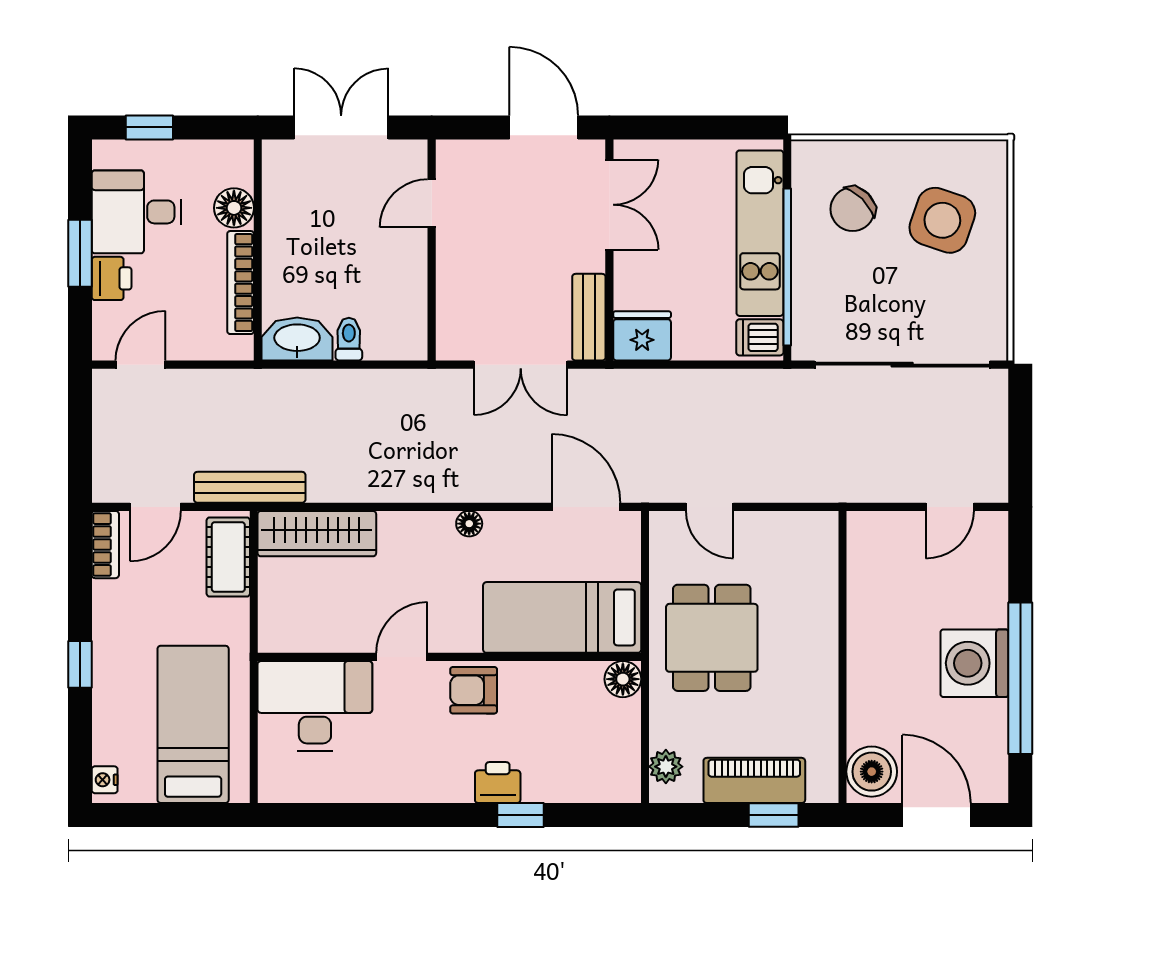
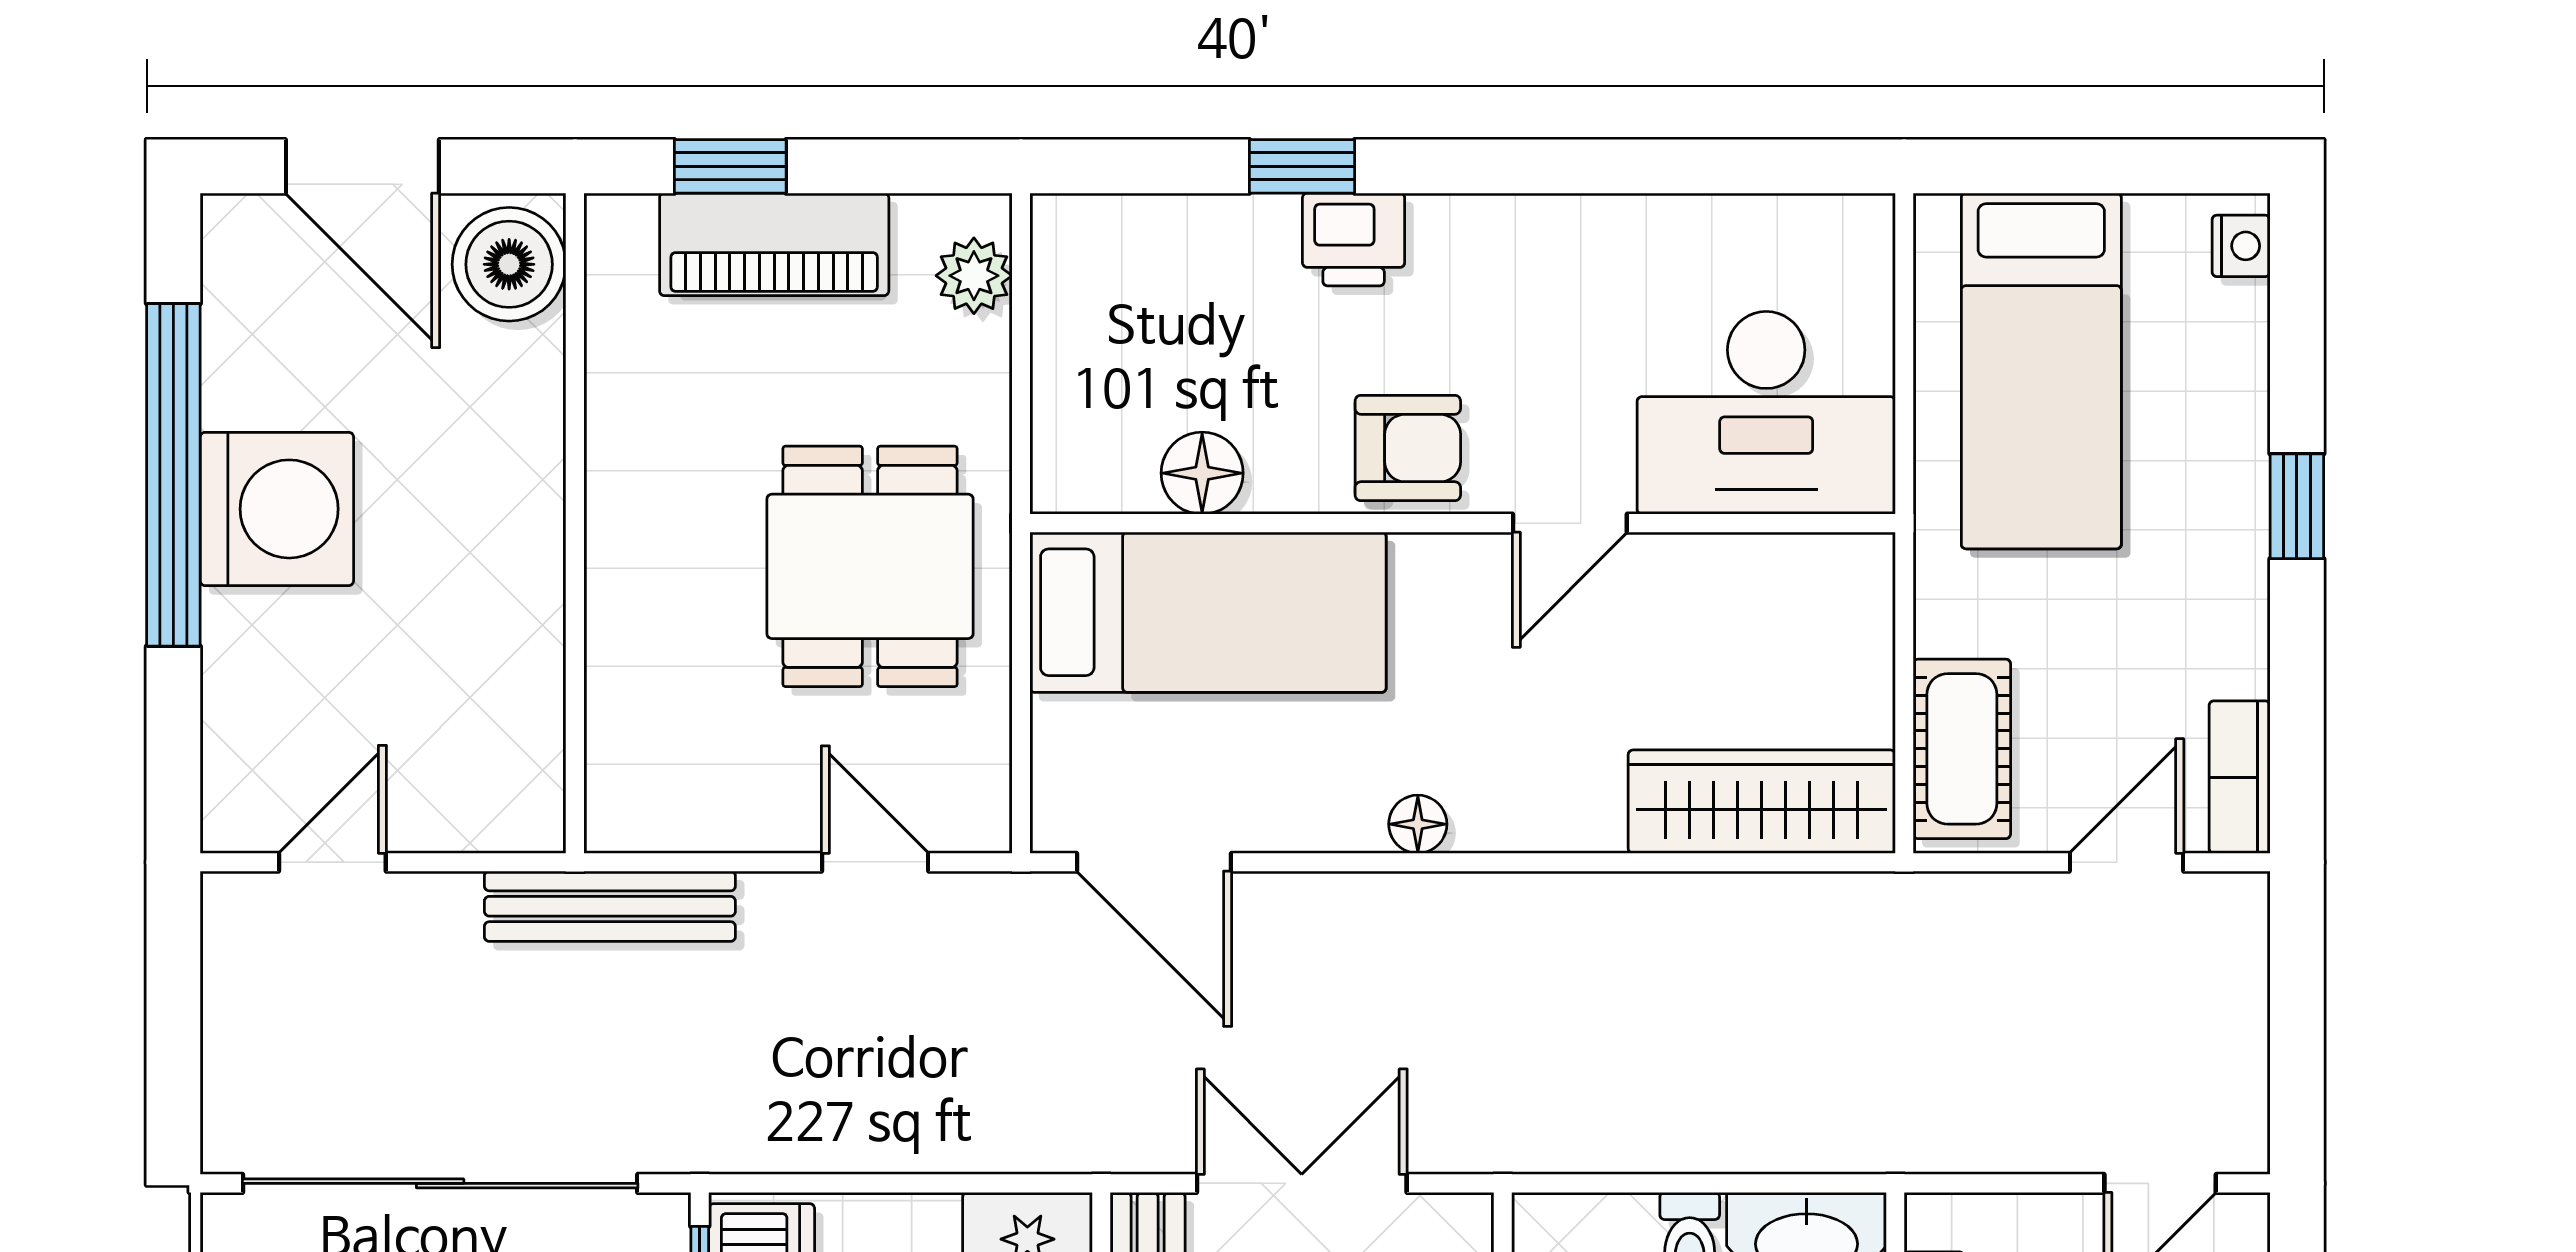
bench: (250, 487) -> (610, 906), moved
floor lamp: (623, 679) -> (1202, 473), moved

